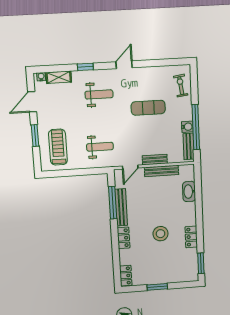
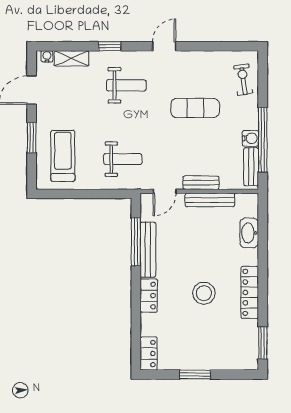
locker: (191, 237) -> (250, 292), width x1.53

